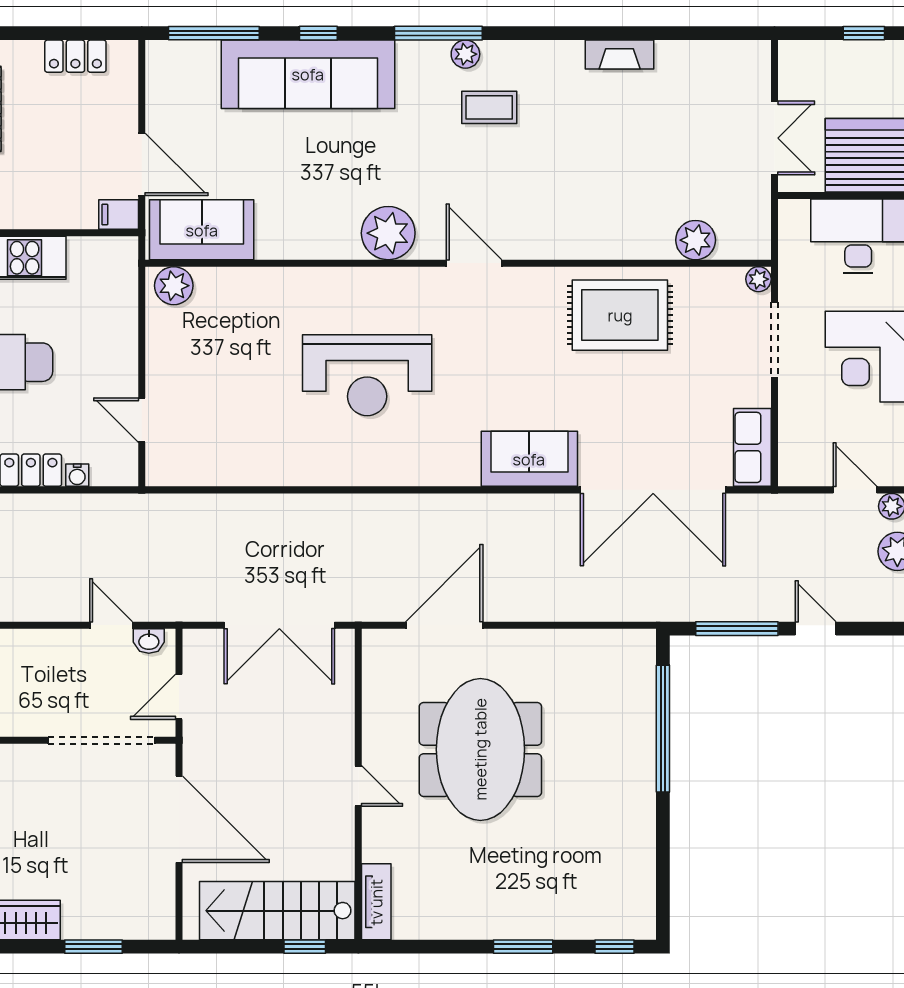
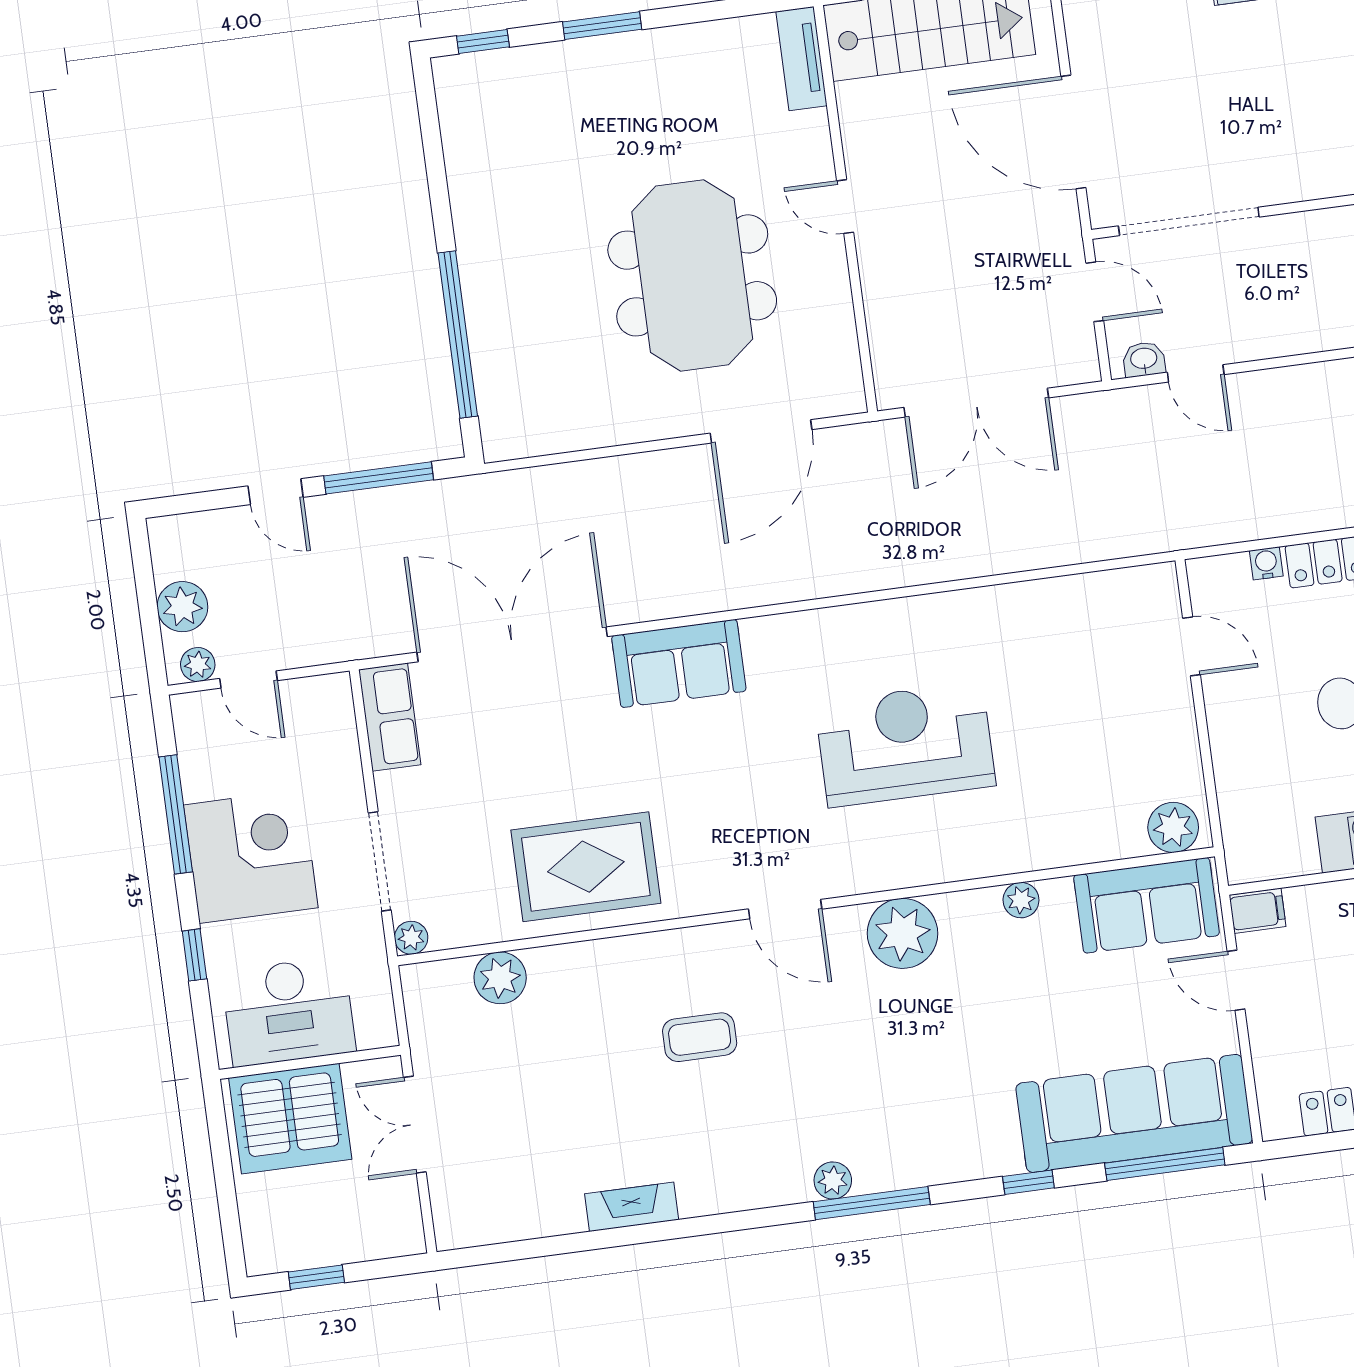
sofa: (308, 74) -> (1134, 1113), moved
coffee table: (489, 107) -> (700, 1037), moved
door: (142, 164) -> (1236, 980), width x0.73
plant: (296, 246) -> (1021, 900), added
double door: (279, 625) -> (976, 403), swing flipped
door: (179, 697) -> (1095, 292), hinge flipped

